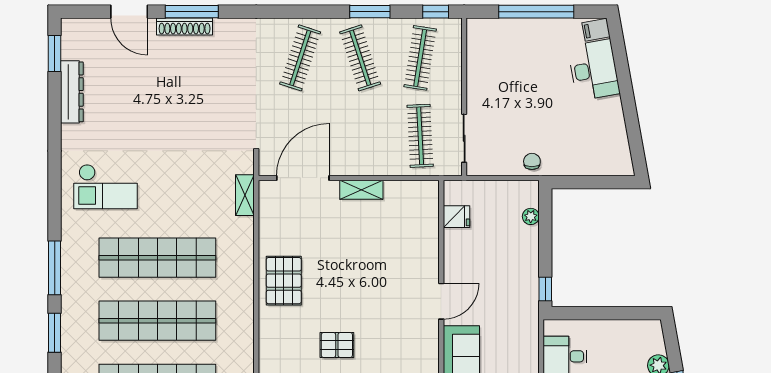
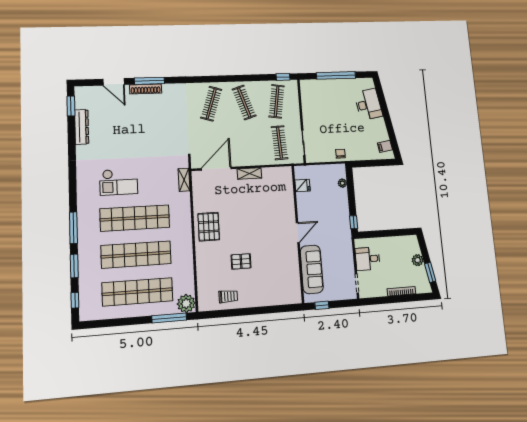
window: (370, 12) -> (248, 78), removed
filing cabinet: (596, 30) -> (385, 146), moved
checkout: (106, 187) -> (119, 182), moved

